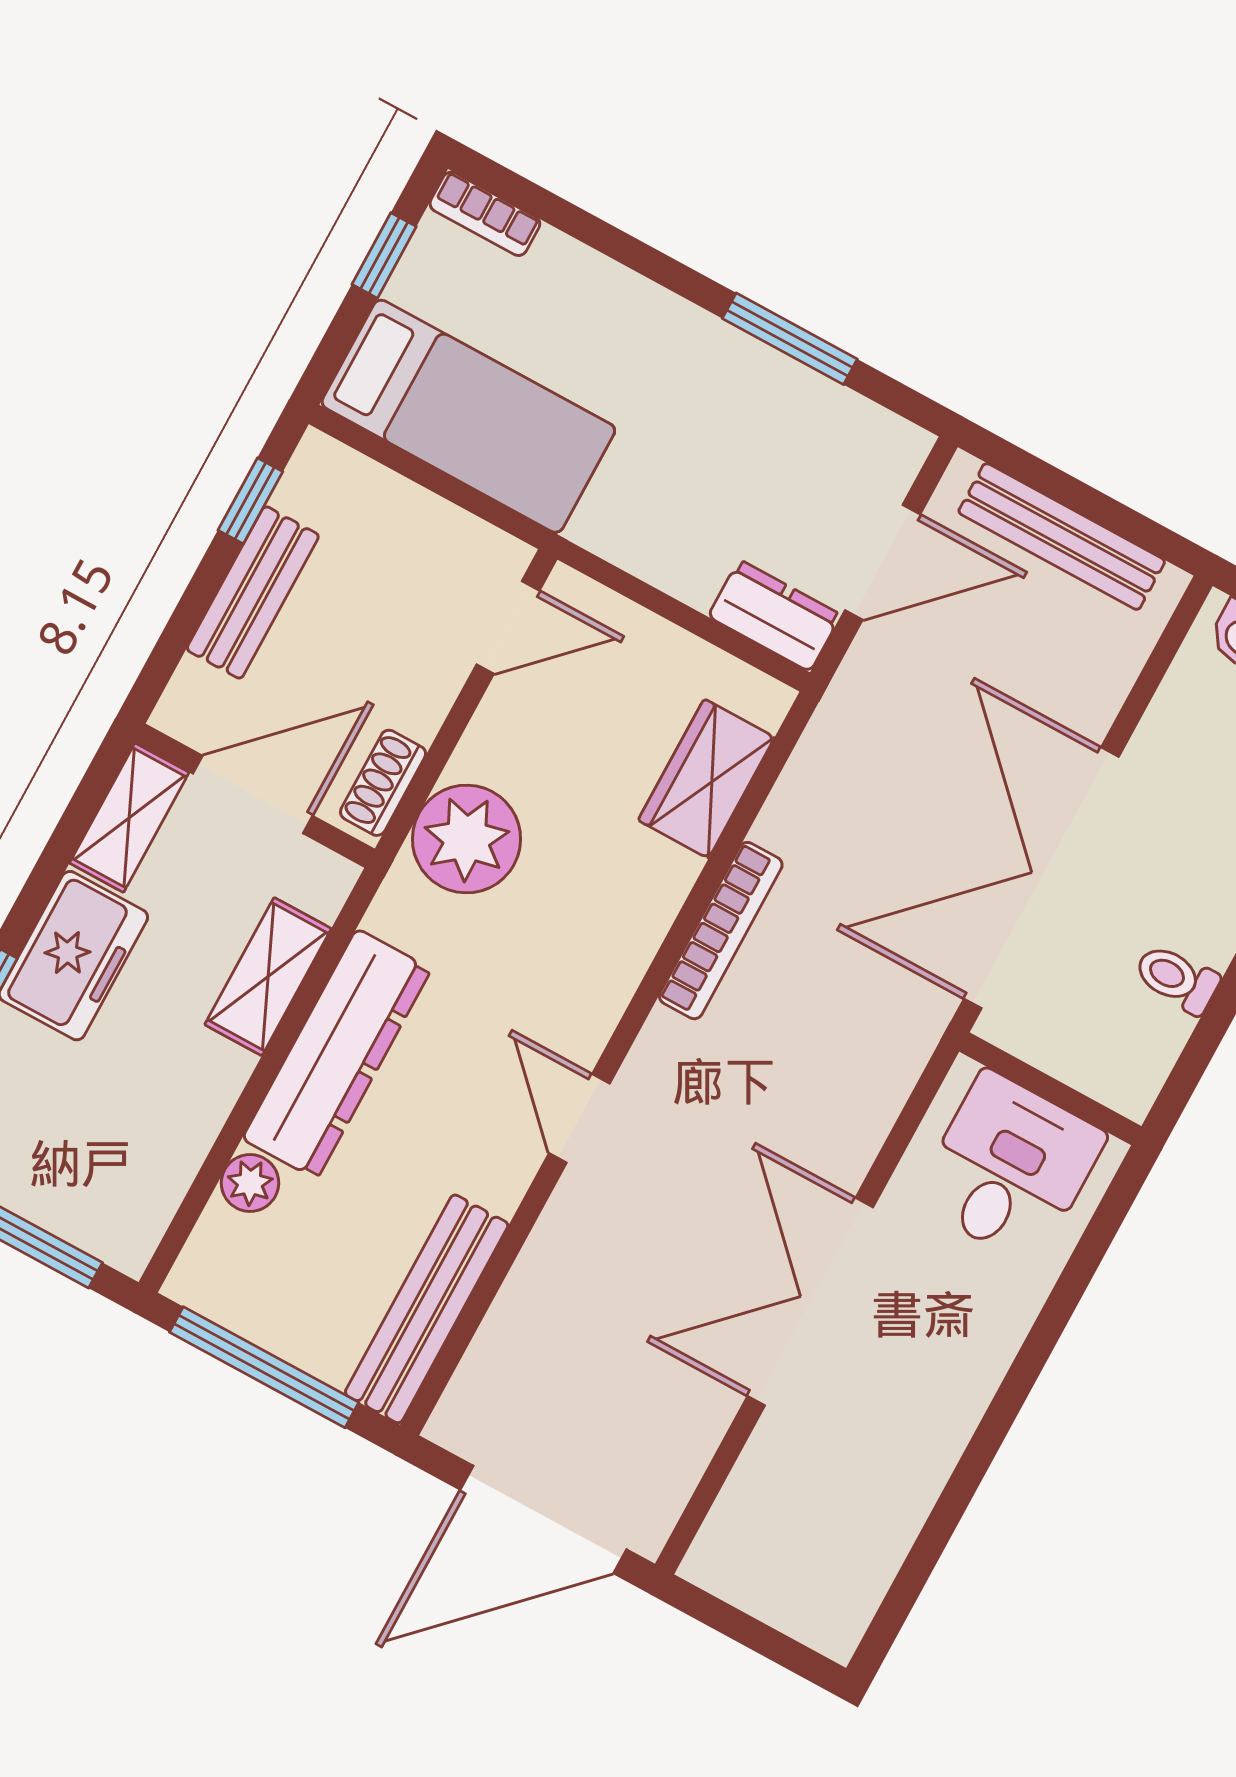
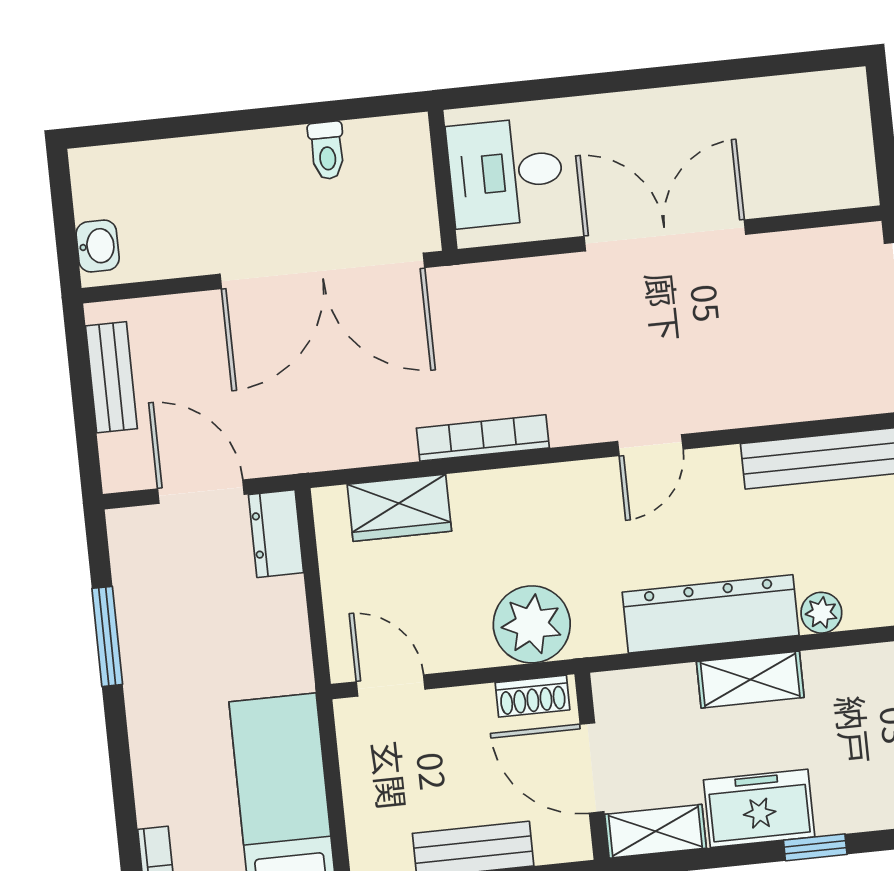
bench: (1062, 536) -> (111, 377), width x0.73
shelving: (268, 977) -> (750, 680), moved
double door: (810, 1302) -> (665, 235), swing flipped

